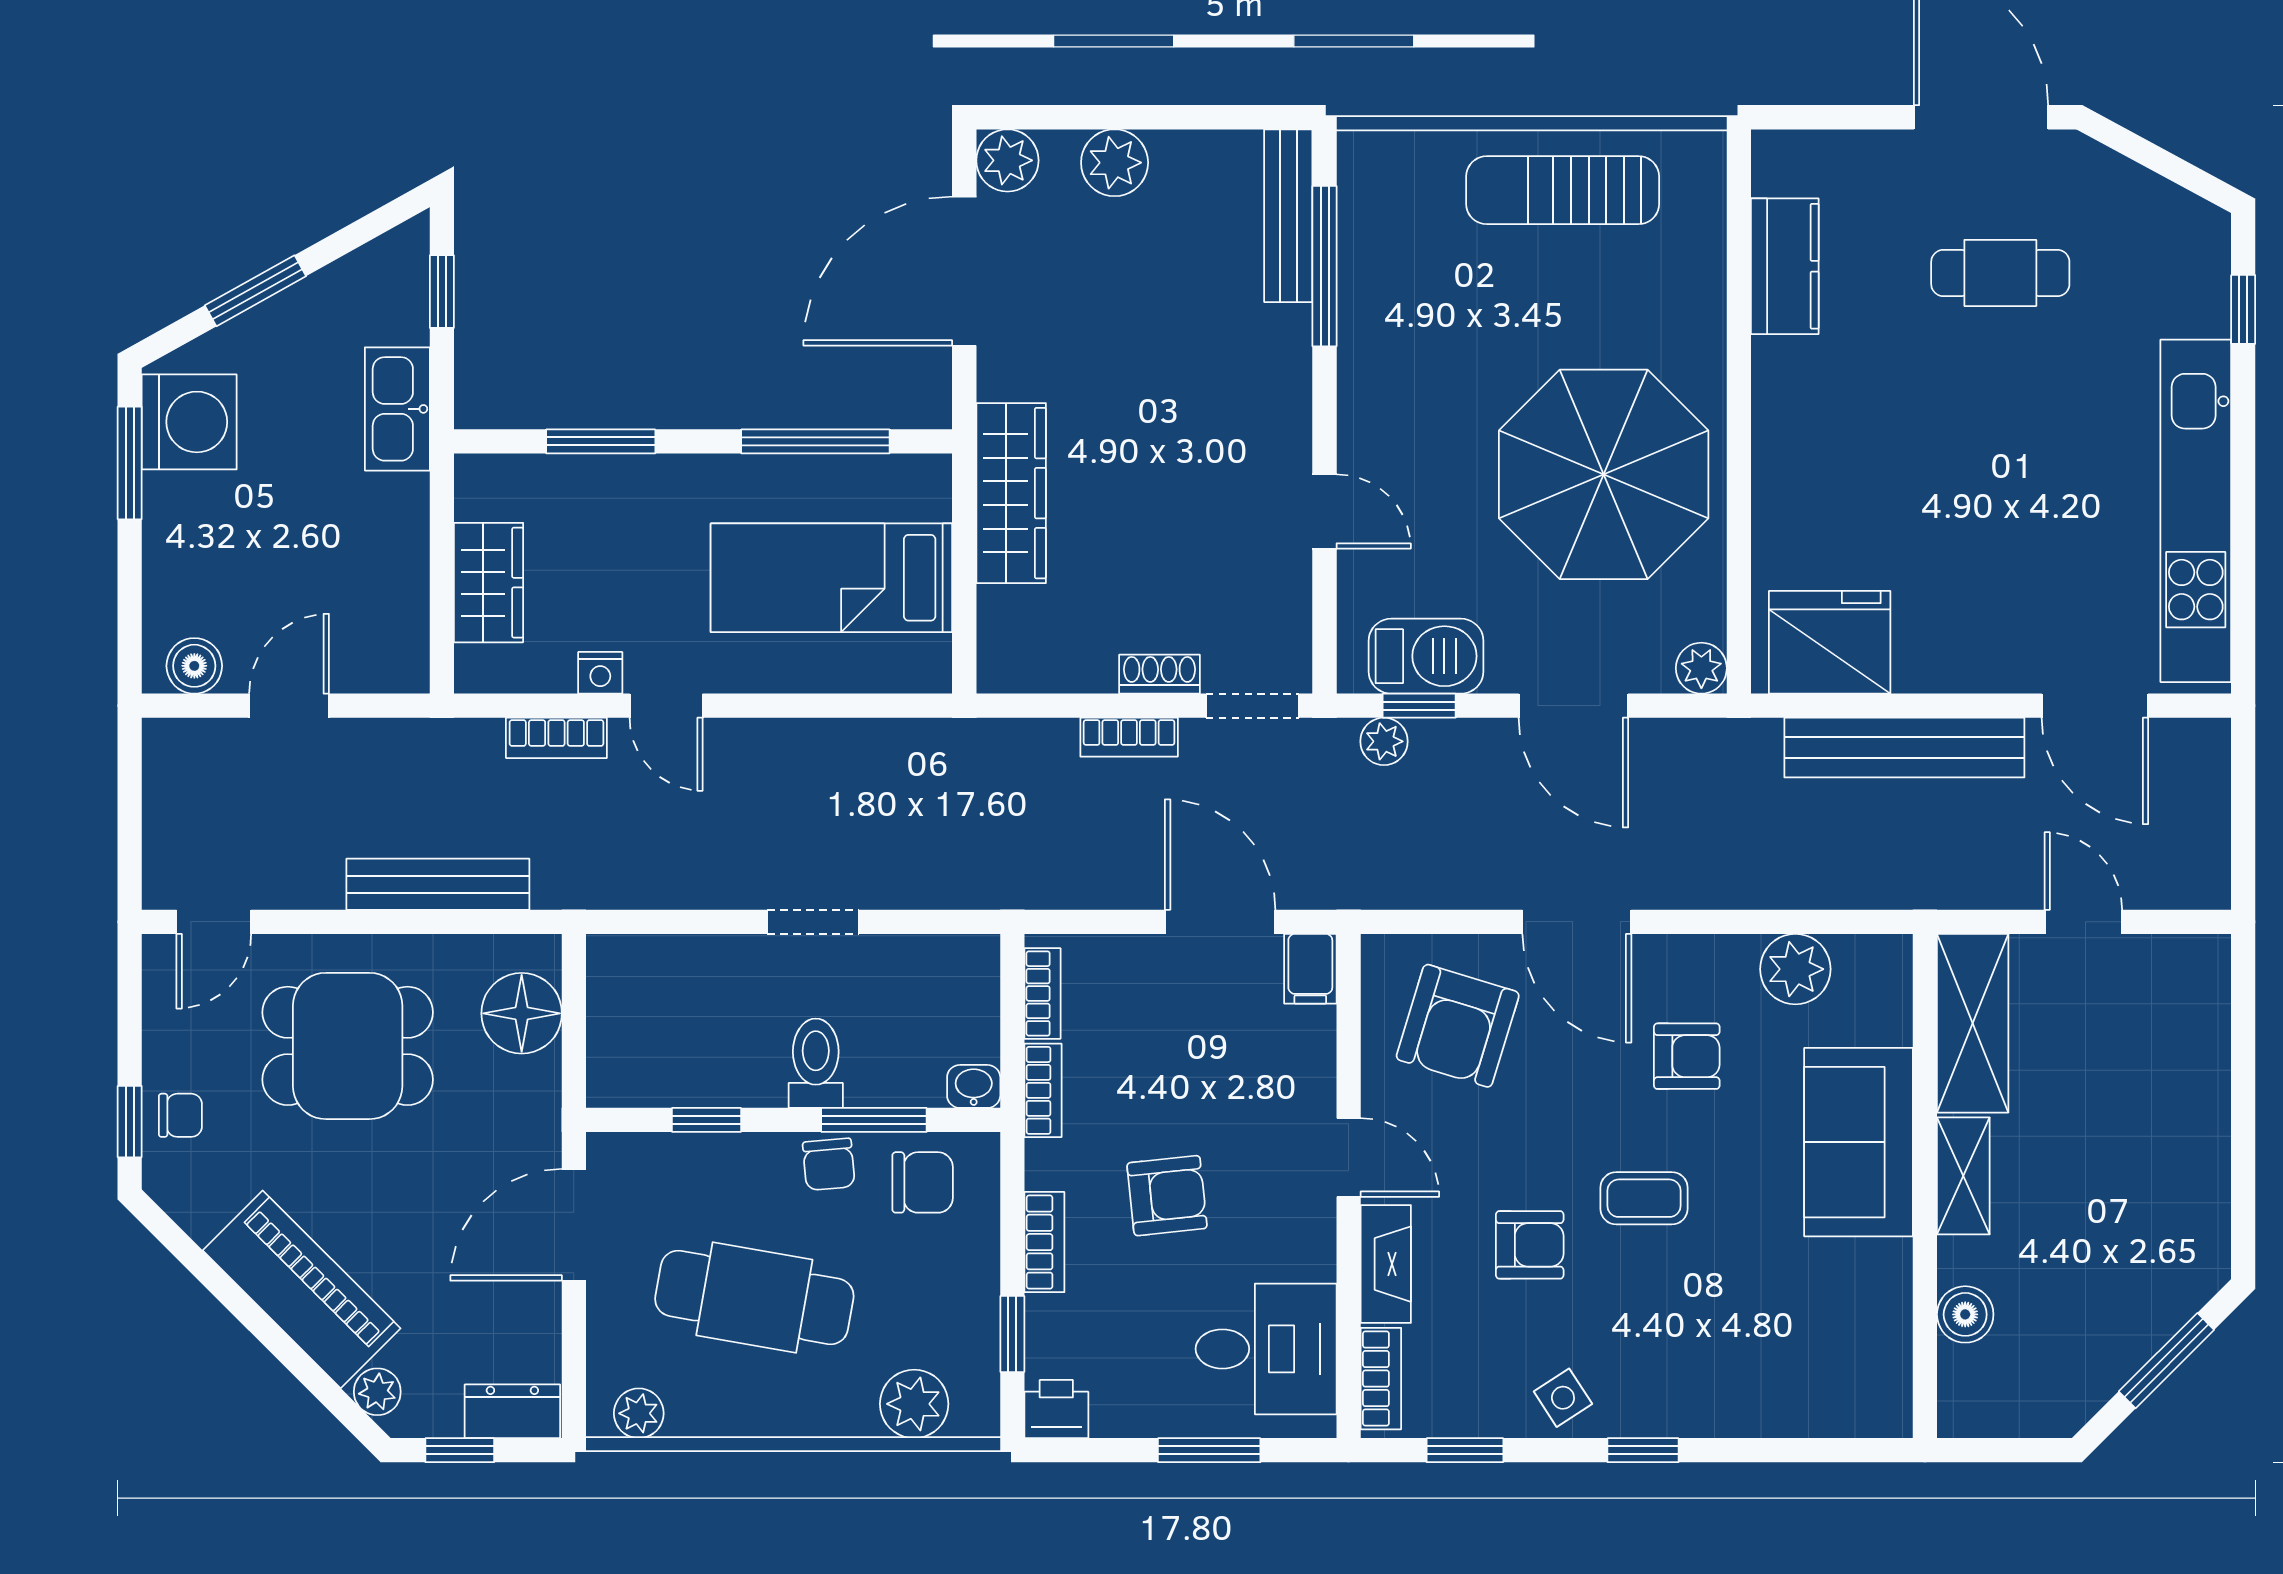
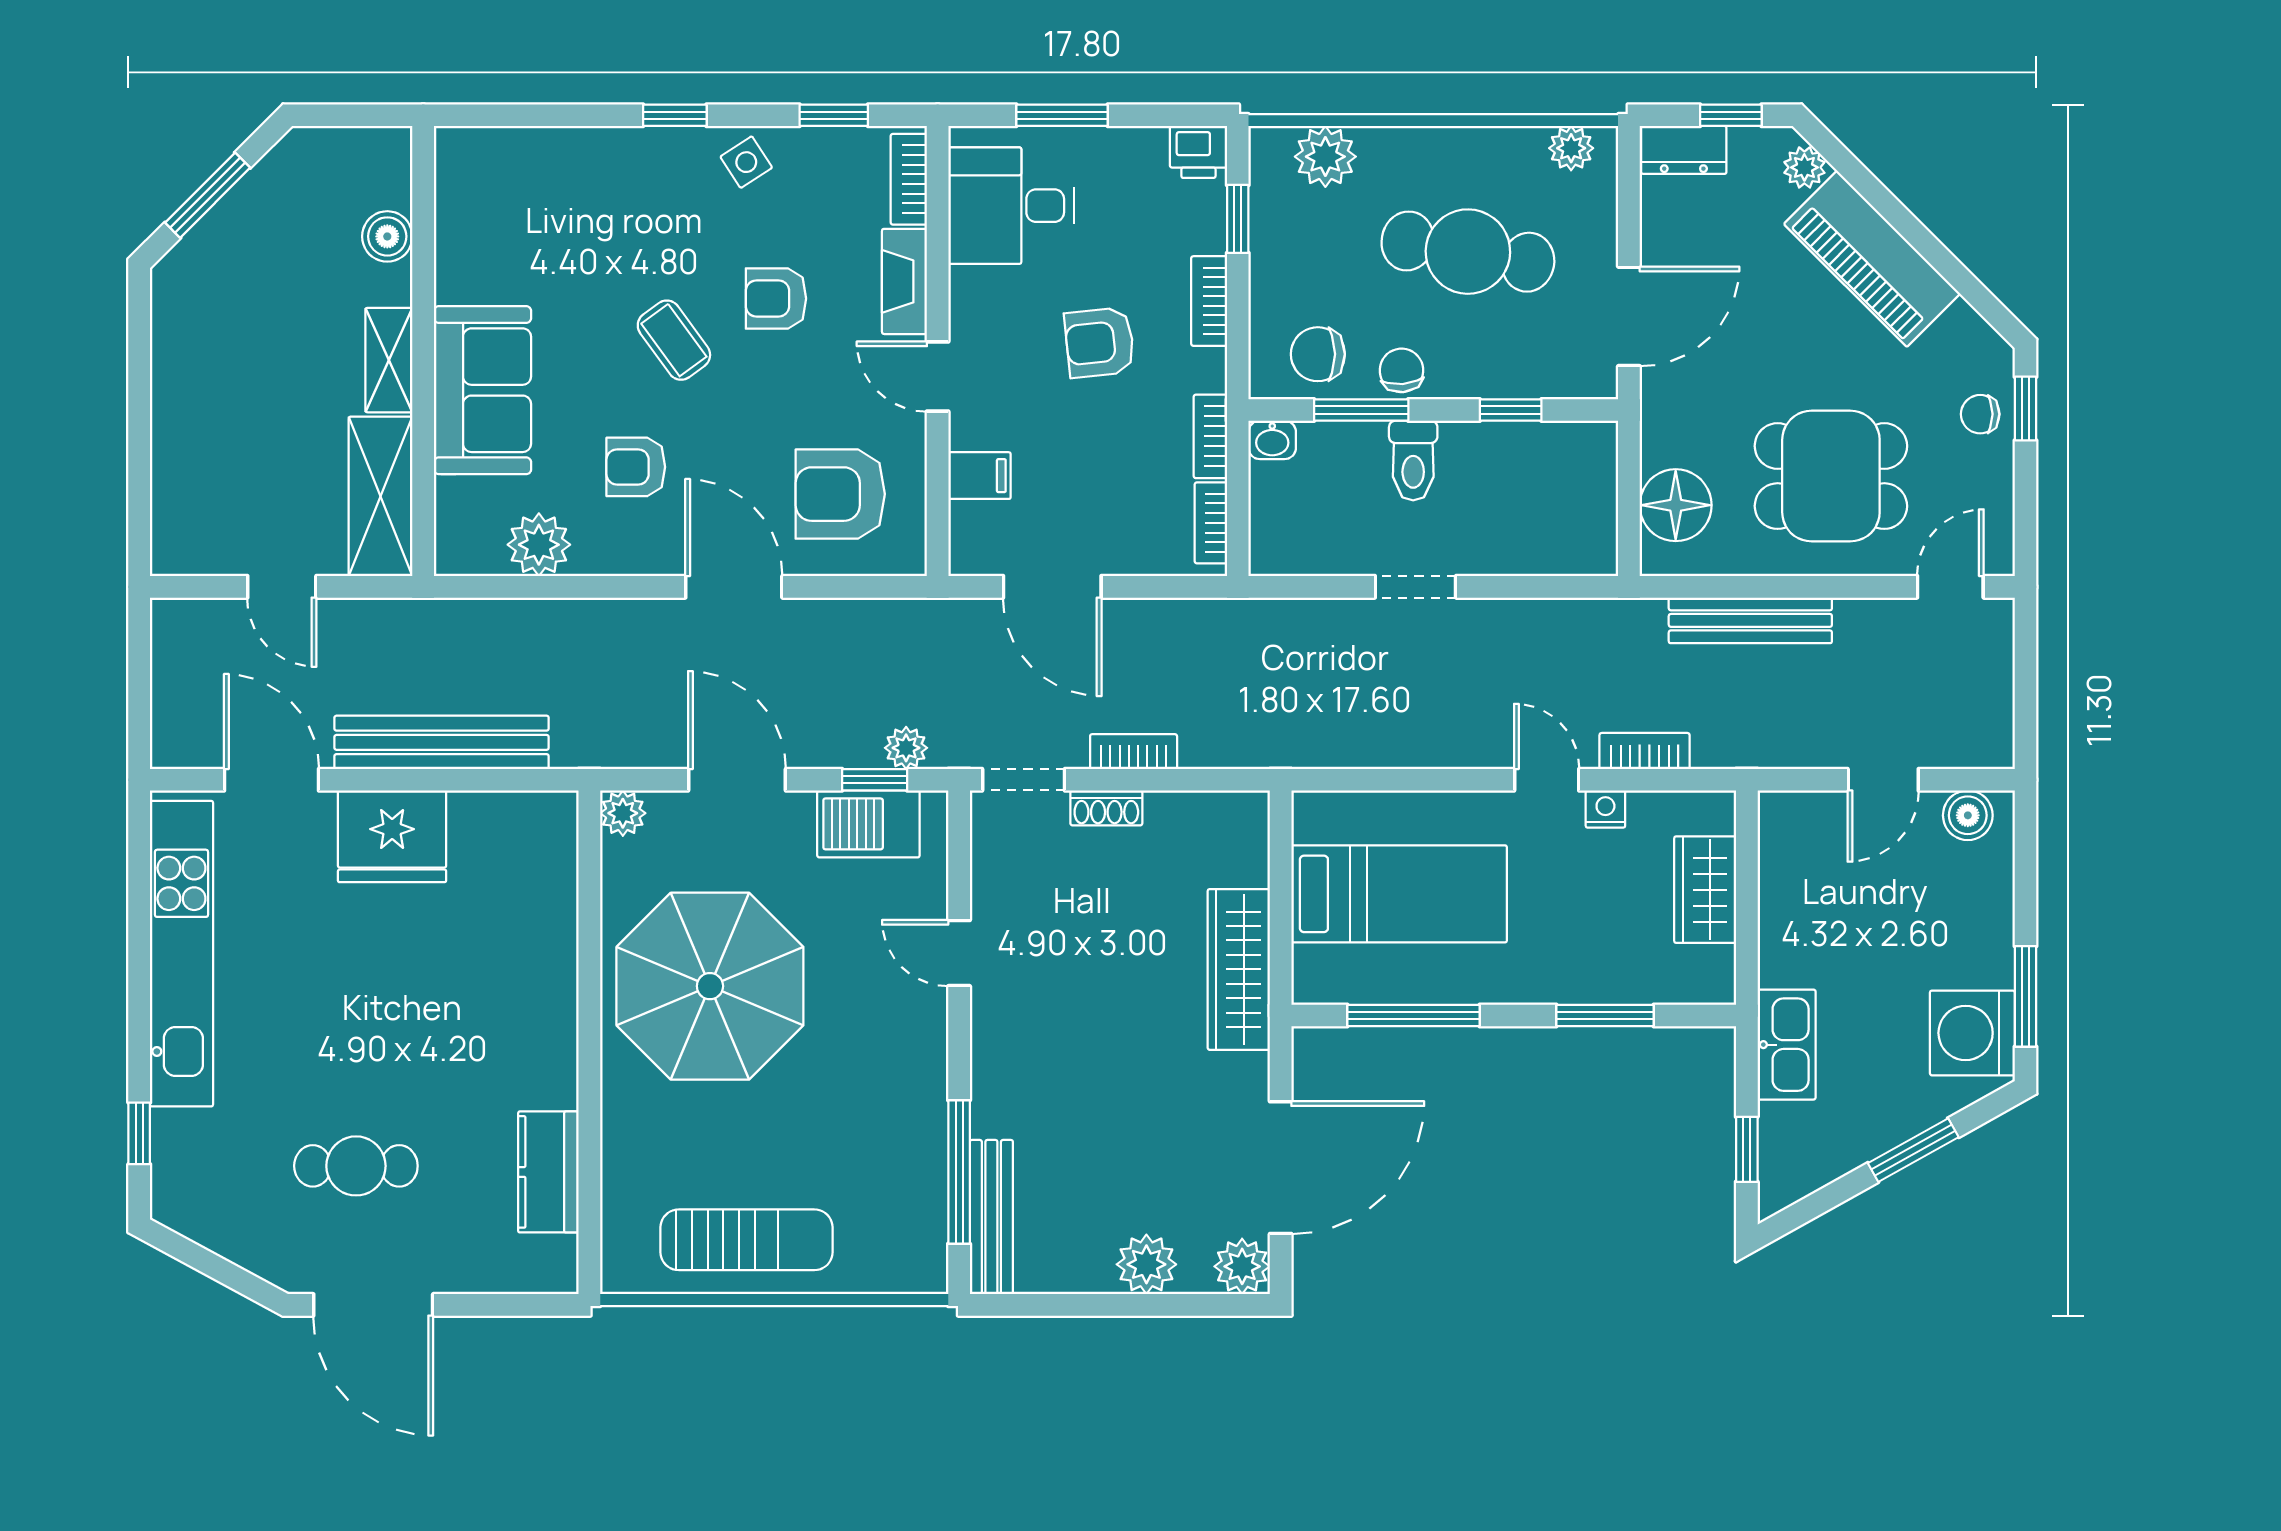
fridge: (1830, 642) -> (392, 836), moved
filing cabinet: (1310, 969) -> (980, 476), moved, turned 90
armchair: (1458, 1026) -> (840, 494), turned -107
coffee table: (1644, 1198) -> (674, 340), turned 54

